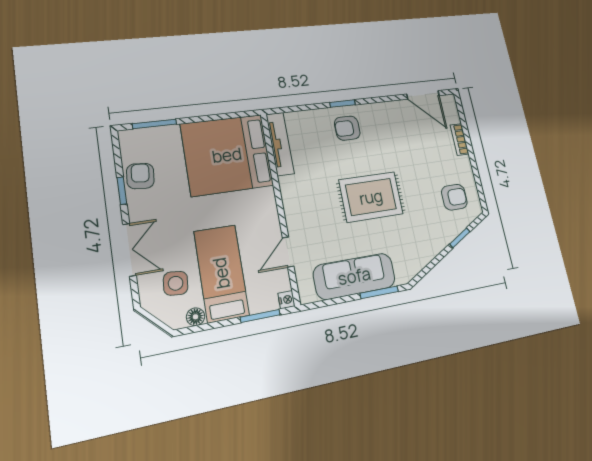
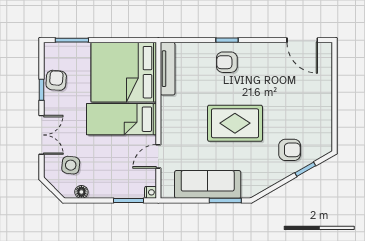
bookcase: (460, 139) -> (327, 85), removed
armchair: (454, 197) -> (290, 150), moved
bed: (221, 273) -> (121, 119), moved, turned -90

